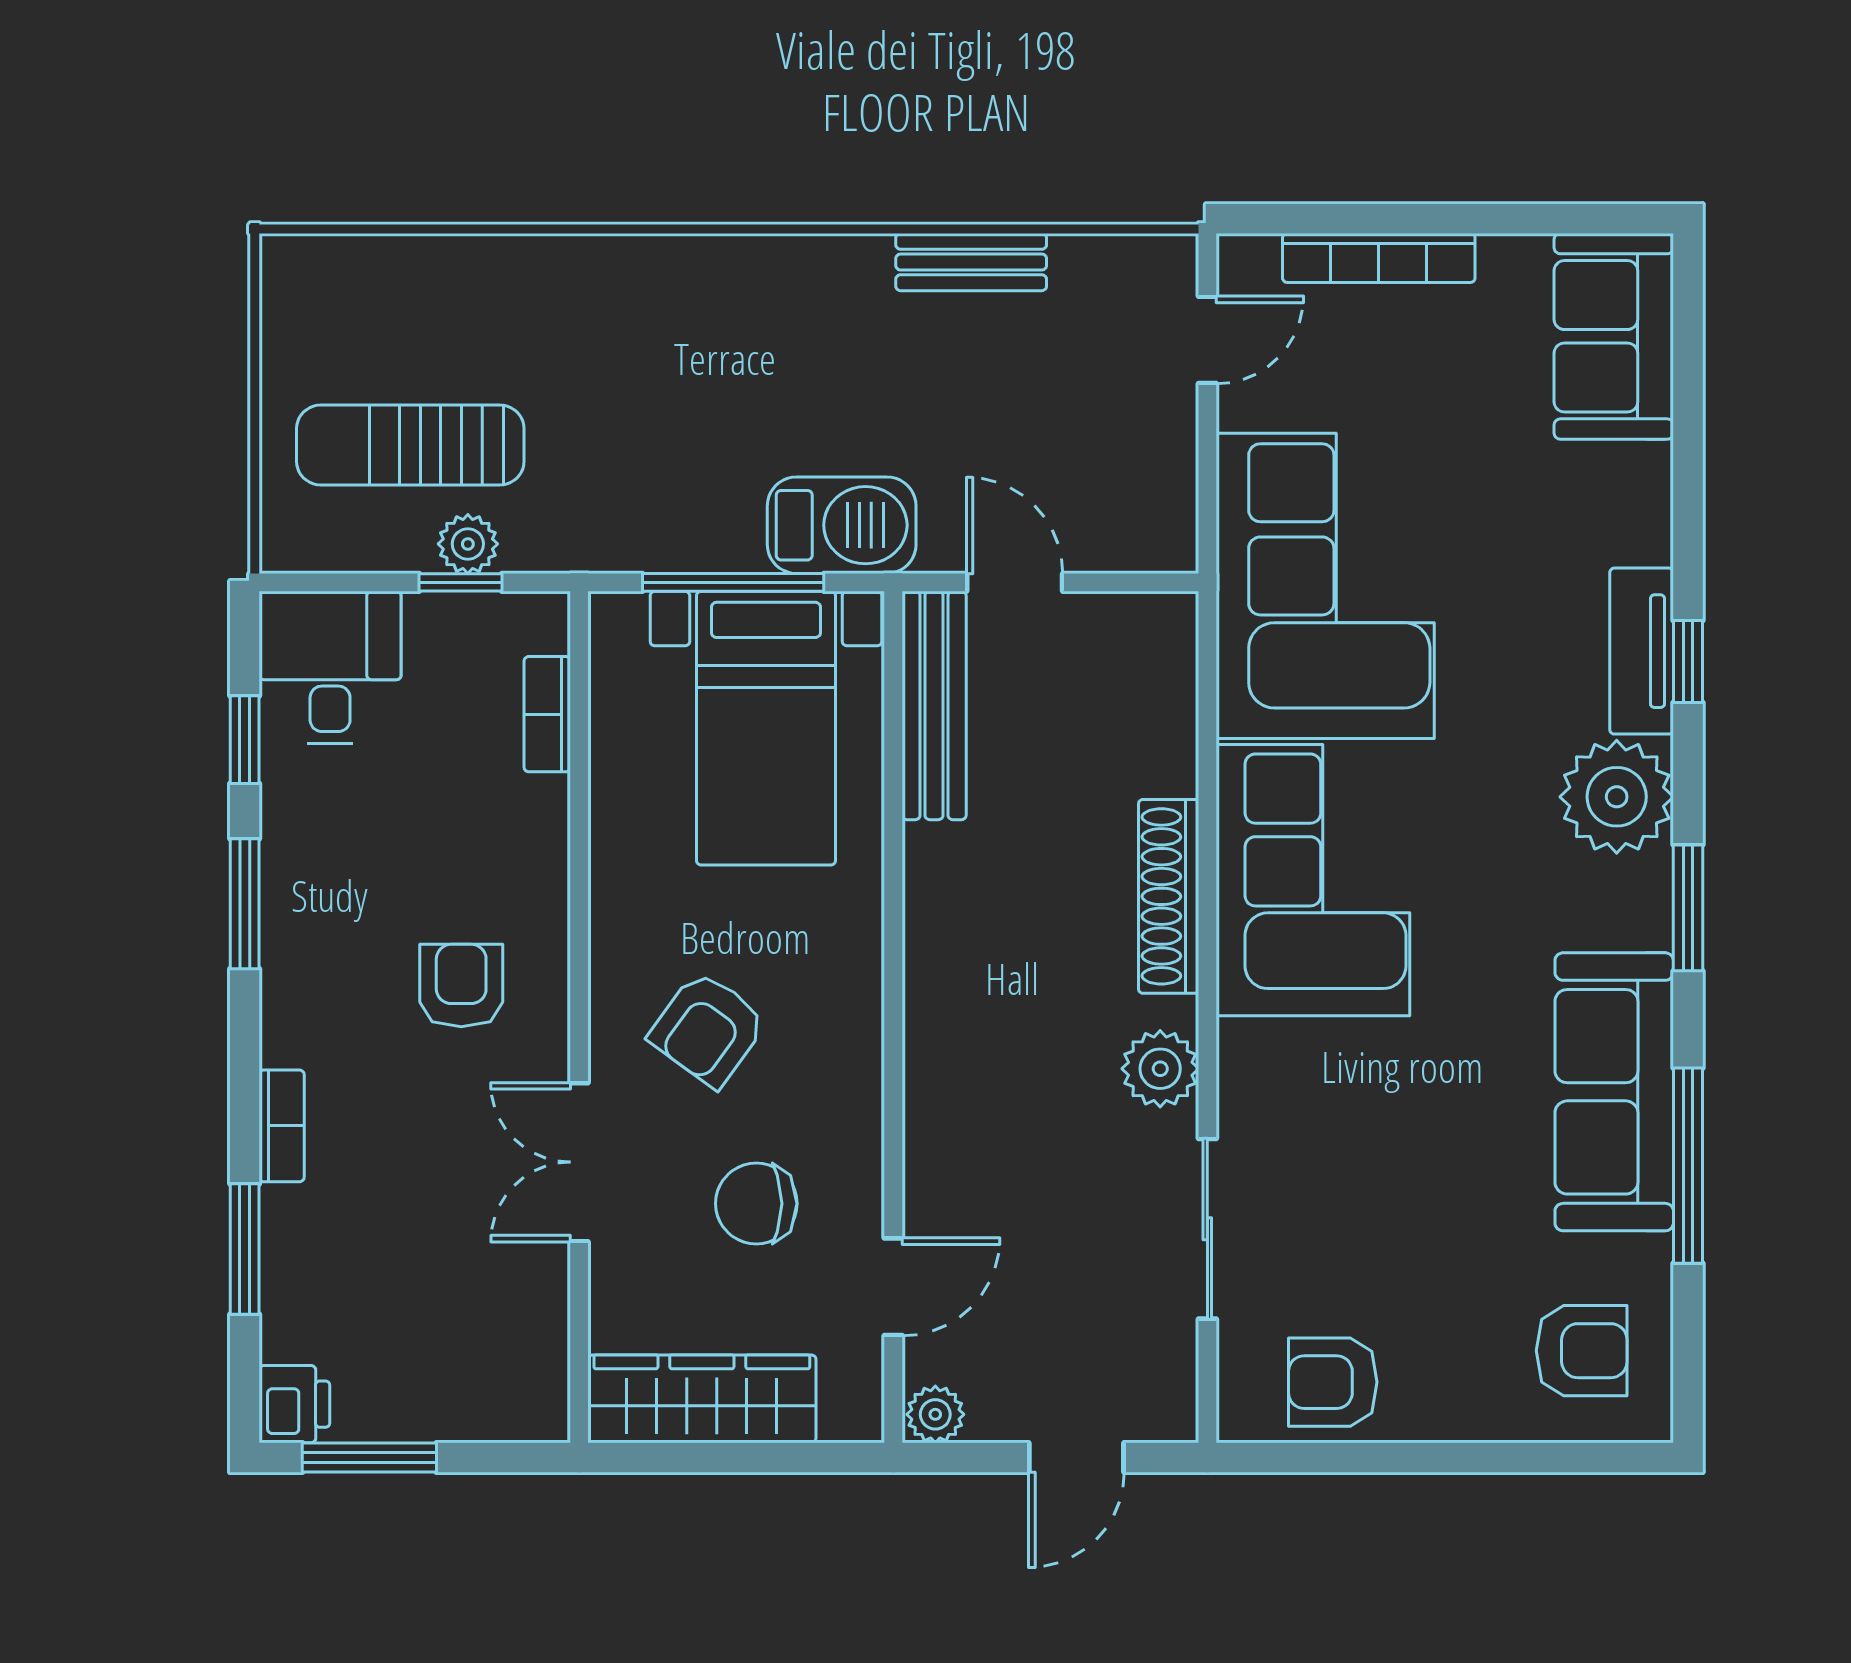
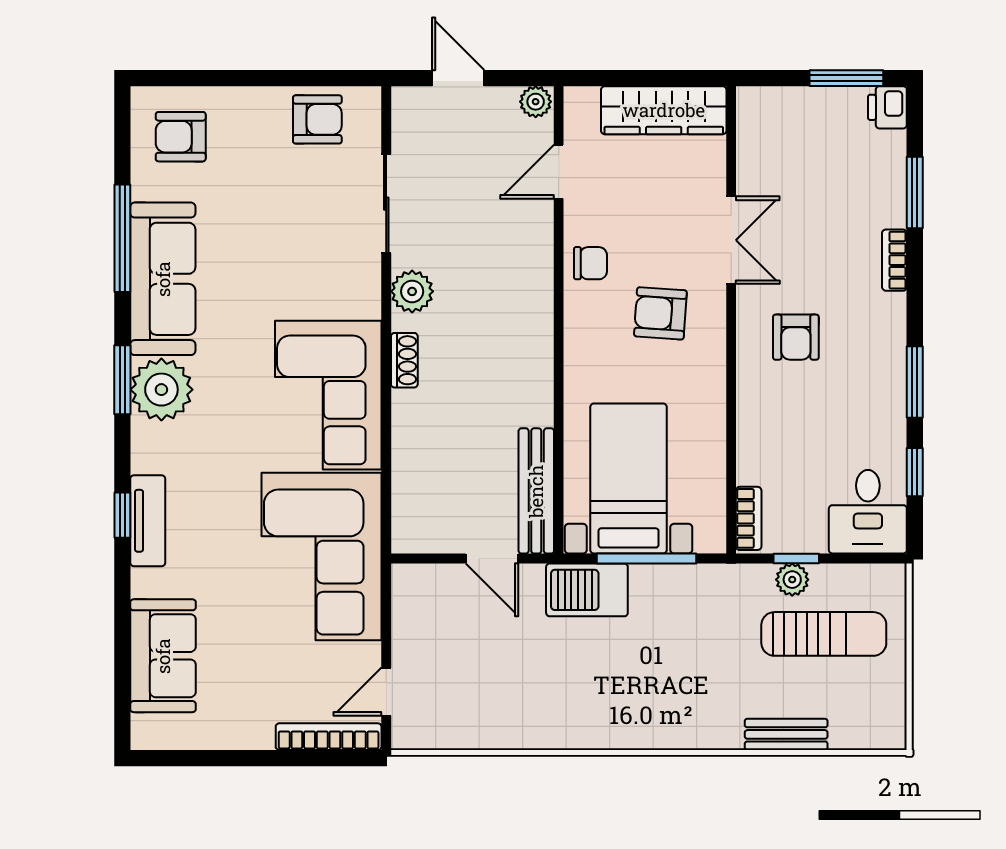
bookcase: (1379, 258) -> (329, 737), moved
bench: (971, 262) -> (786, 734), moved
sofa: (1614, 336) -> (163, 656), moved
bookcase: (547, 714) -> (749, 518), moved
plant: (1617, 797) -> (161, 390), moved
shoe rack: (1169, 896) -> (404, 360), width x0.51, depth x0.81
armchair: (708, 1029) -> (660, 313), turned -122
chair: (756, 1204) -> (590, 263), moved, width x0.73, depth x0.73
door: (1076, 1457) -> (458, 78), hinge flipped

